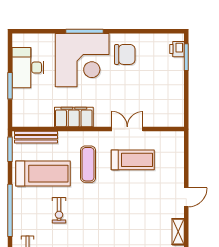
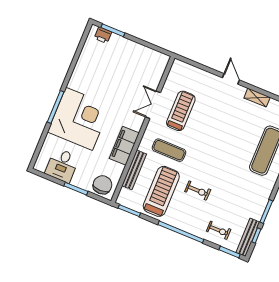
chair: (125, 54) -> (102, 185), moved
desk: (28, 68) -> (62, 165), width x0.73
bench: (36, 137) -> (134, 170), moved

